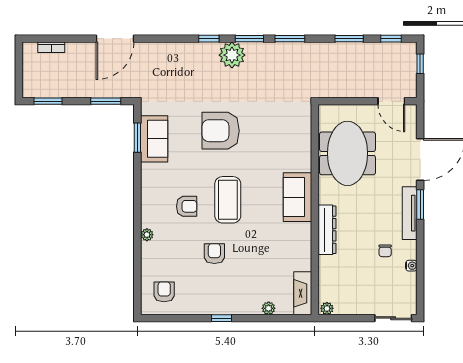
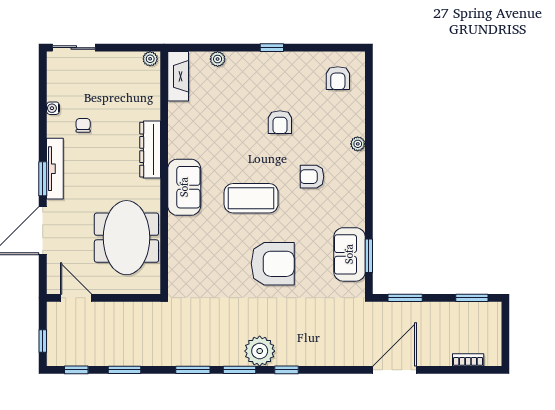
coffee table: (228, 200) -> (251, 198), moved, turned 90

